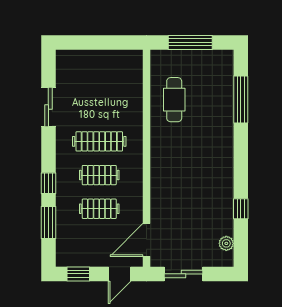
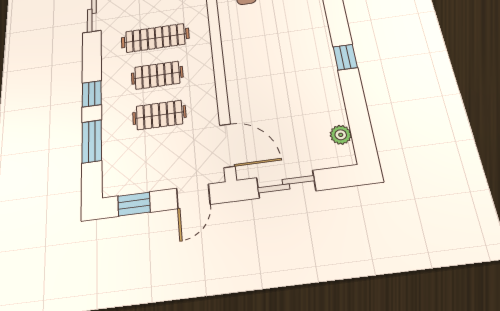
window: (241, 209) -> (345, 57), moved
door: (146, 240) -> (227, 145), swing flipped

